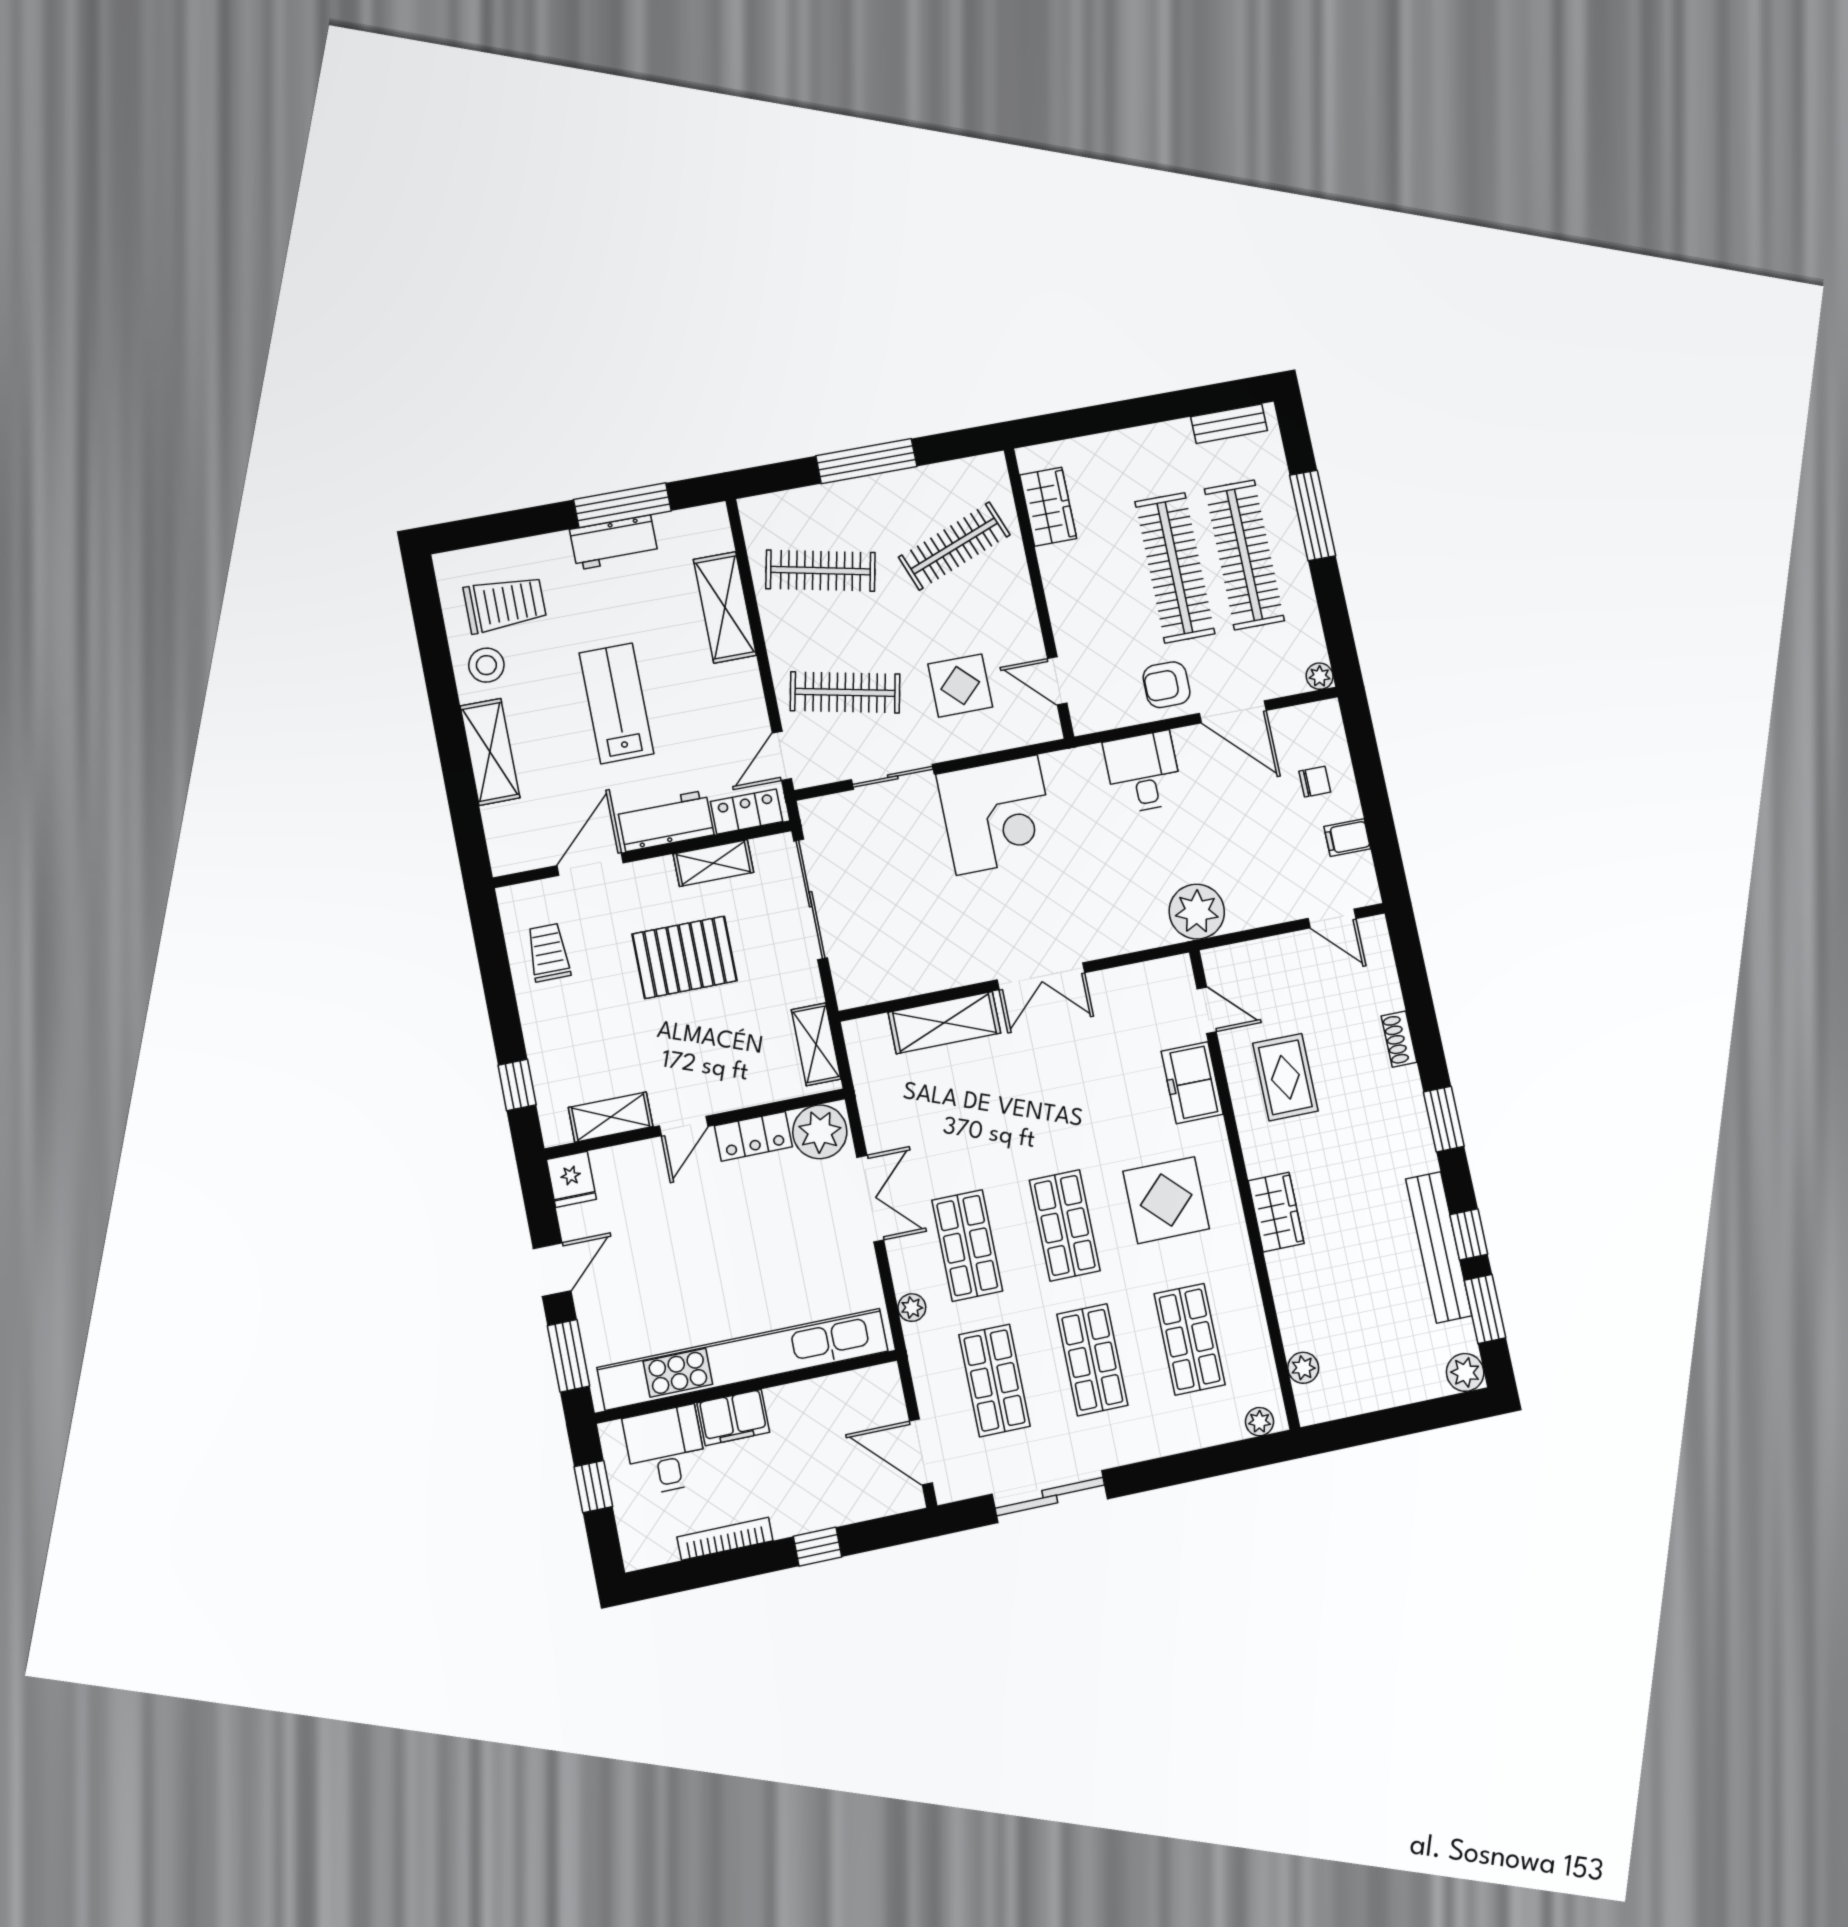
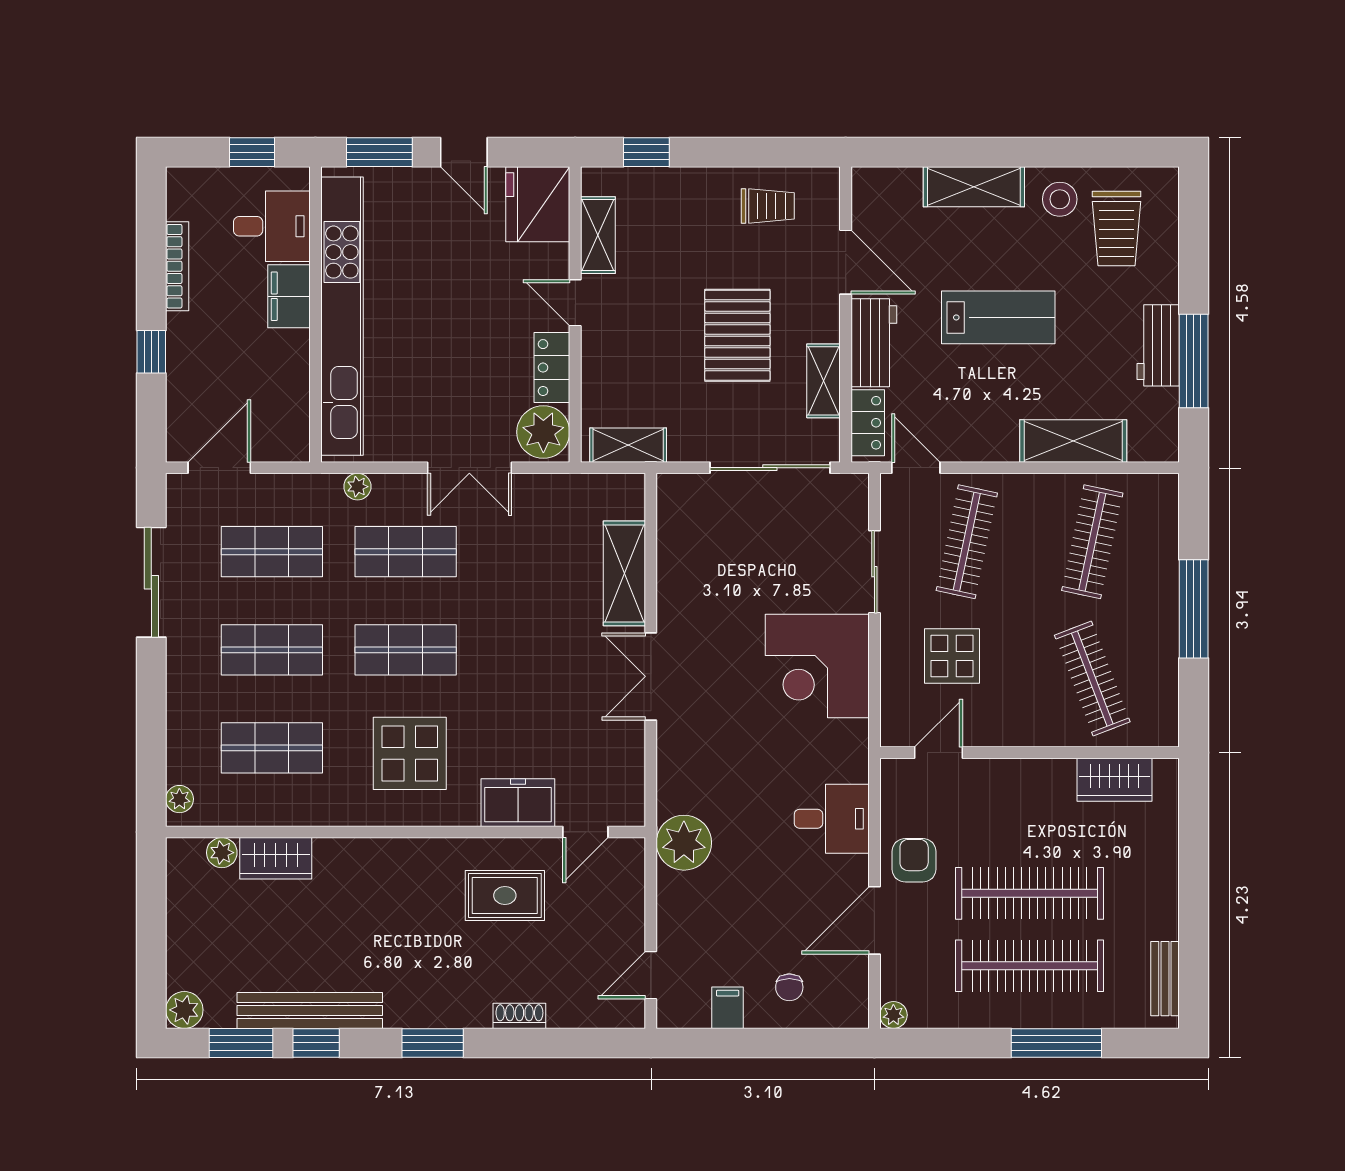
fridge: (571, 1179) -> (538, 204), width x1.88, depth x1.34
wardrobe: (1276, 1212) -> (276, 858), moved

